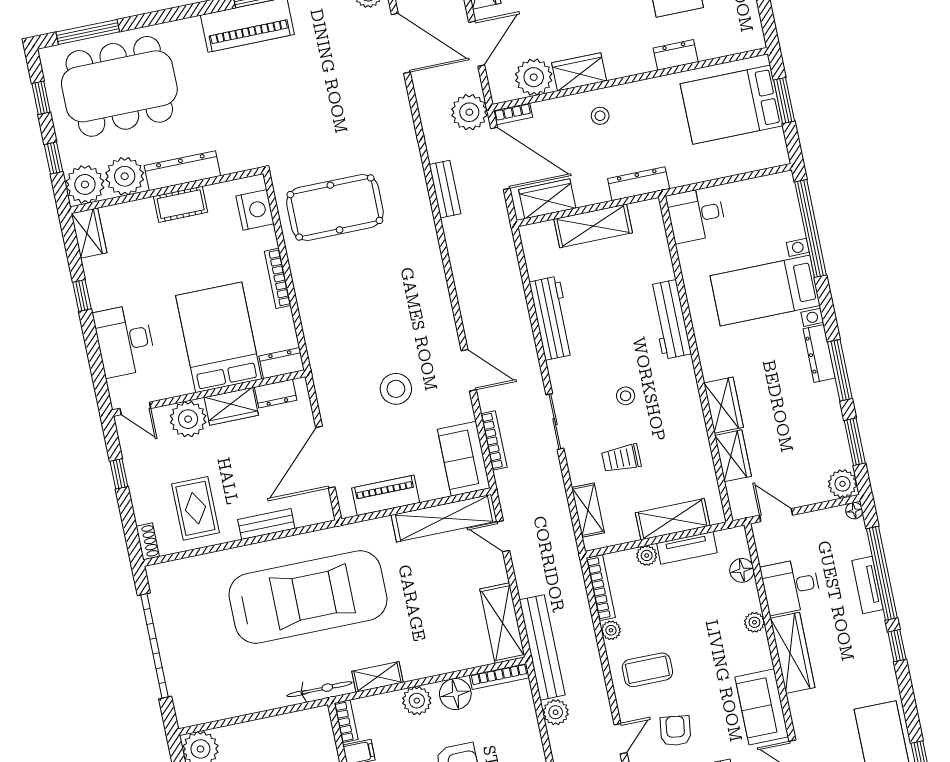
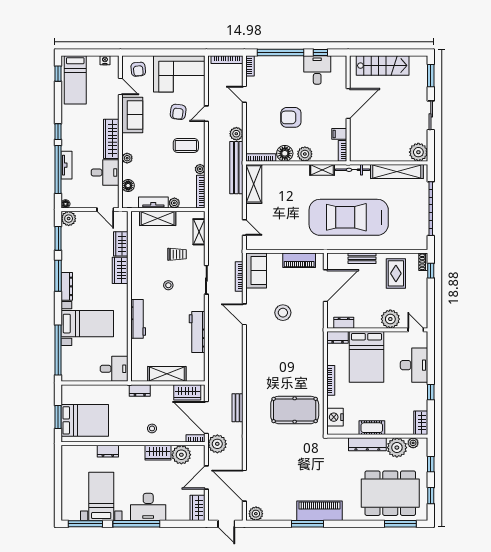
plant: (85, 184) -> (413, 443), width x0.53, depth x0.53
dresser: (639, 184) -> (140, 390), width x0.70
wardrobe: (231, 406) -> (367, 321), removed
window: (119, 474) -> (431, 271), moved
shelving: (444, 518) -> (397, 172), moved

